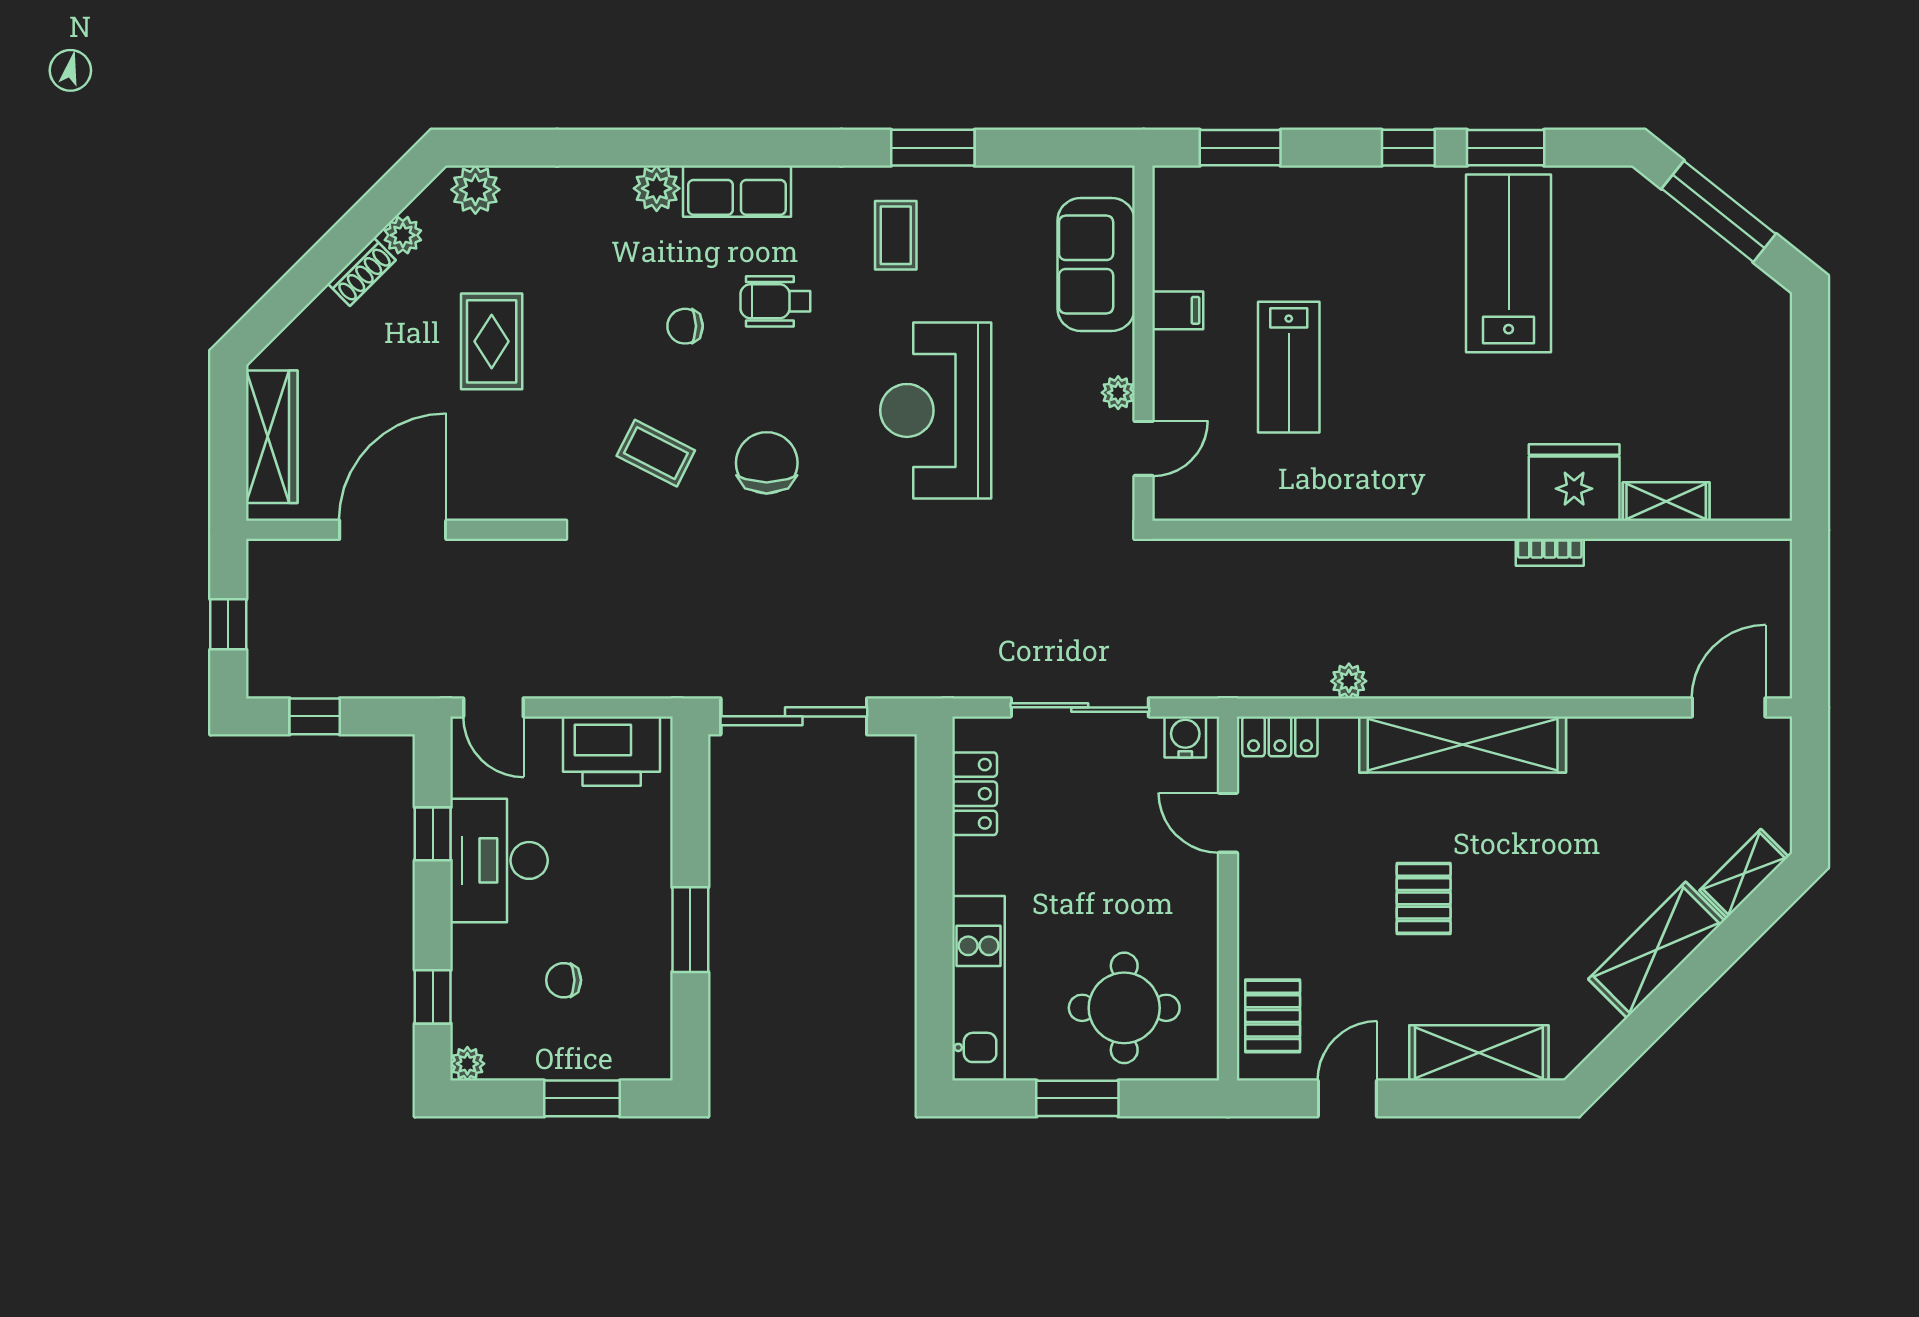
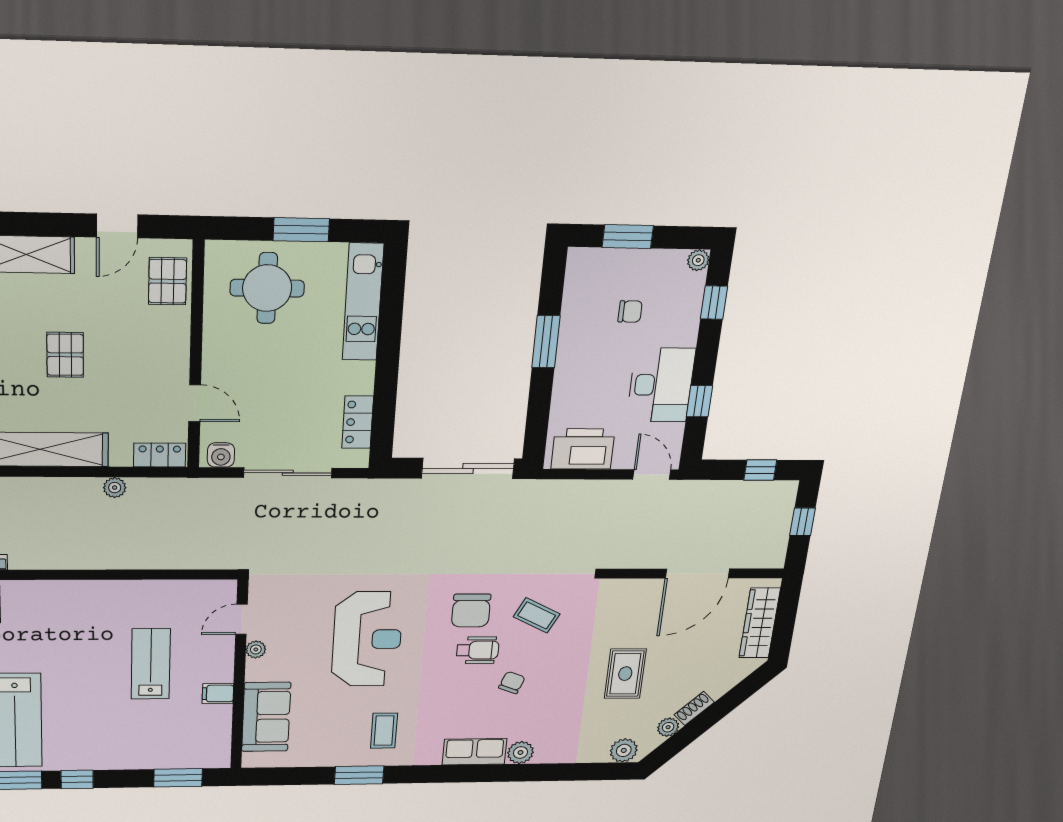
wheelchair: (775, 301) -> (478, 650), moved
chair: (685, 326) -> (512, 683), turned -69

